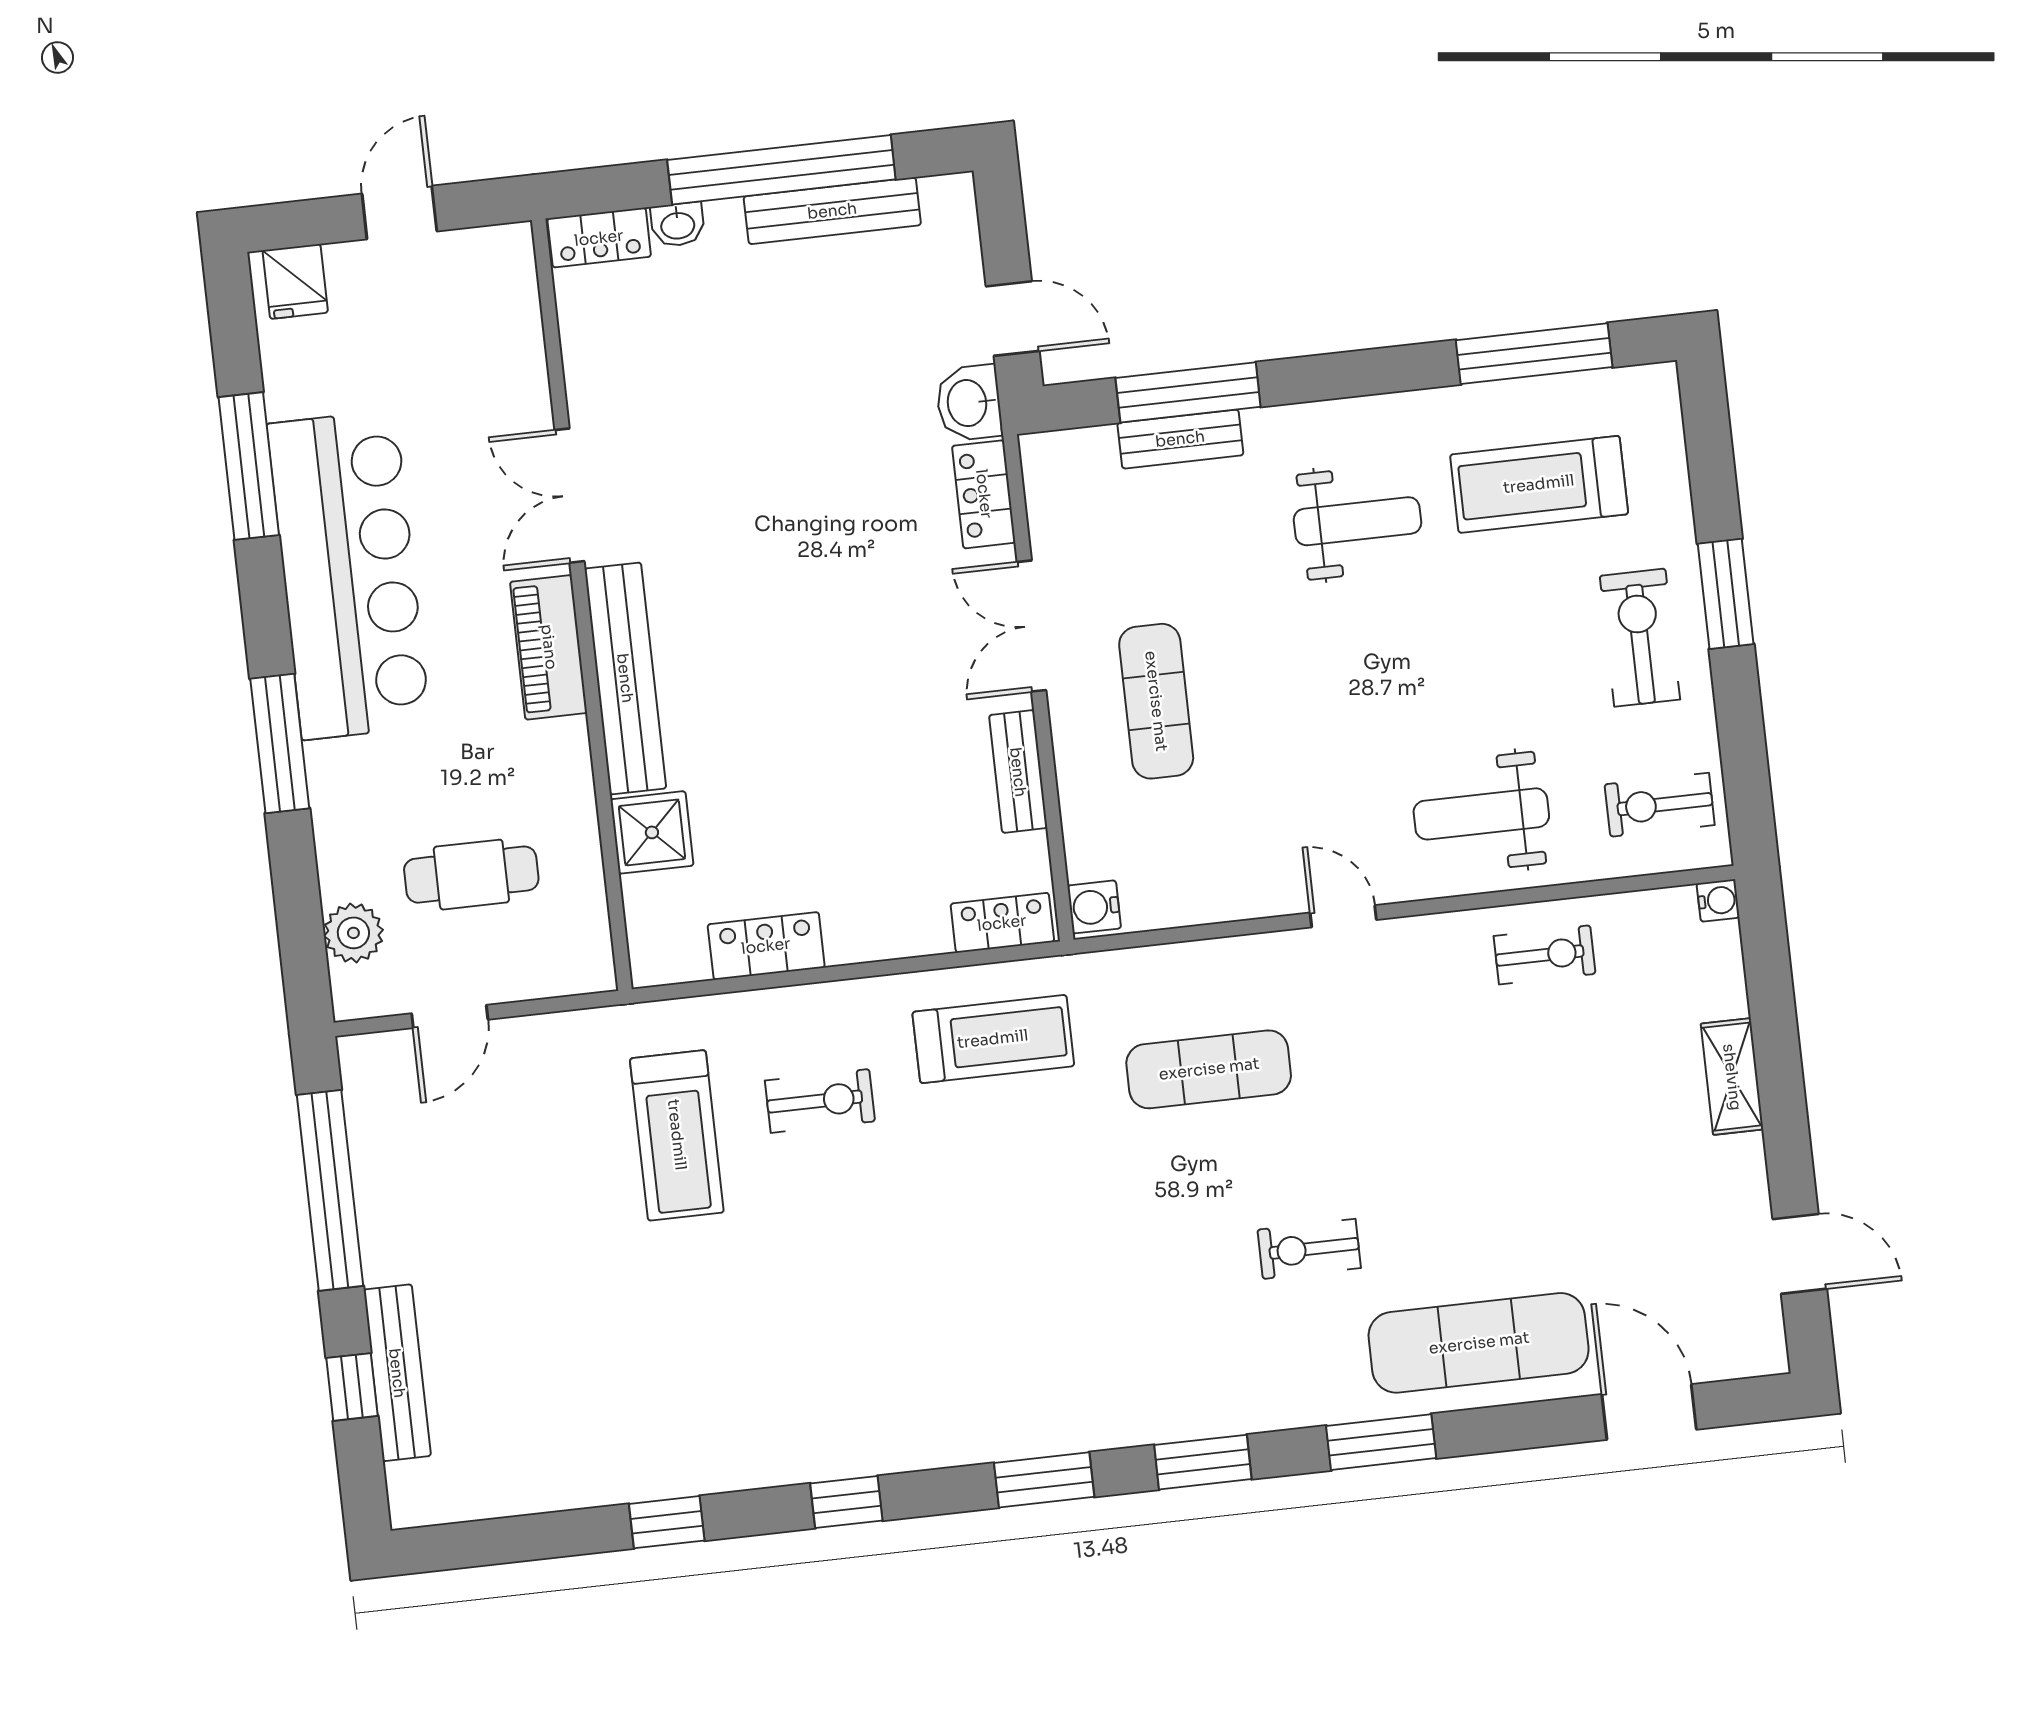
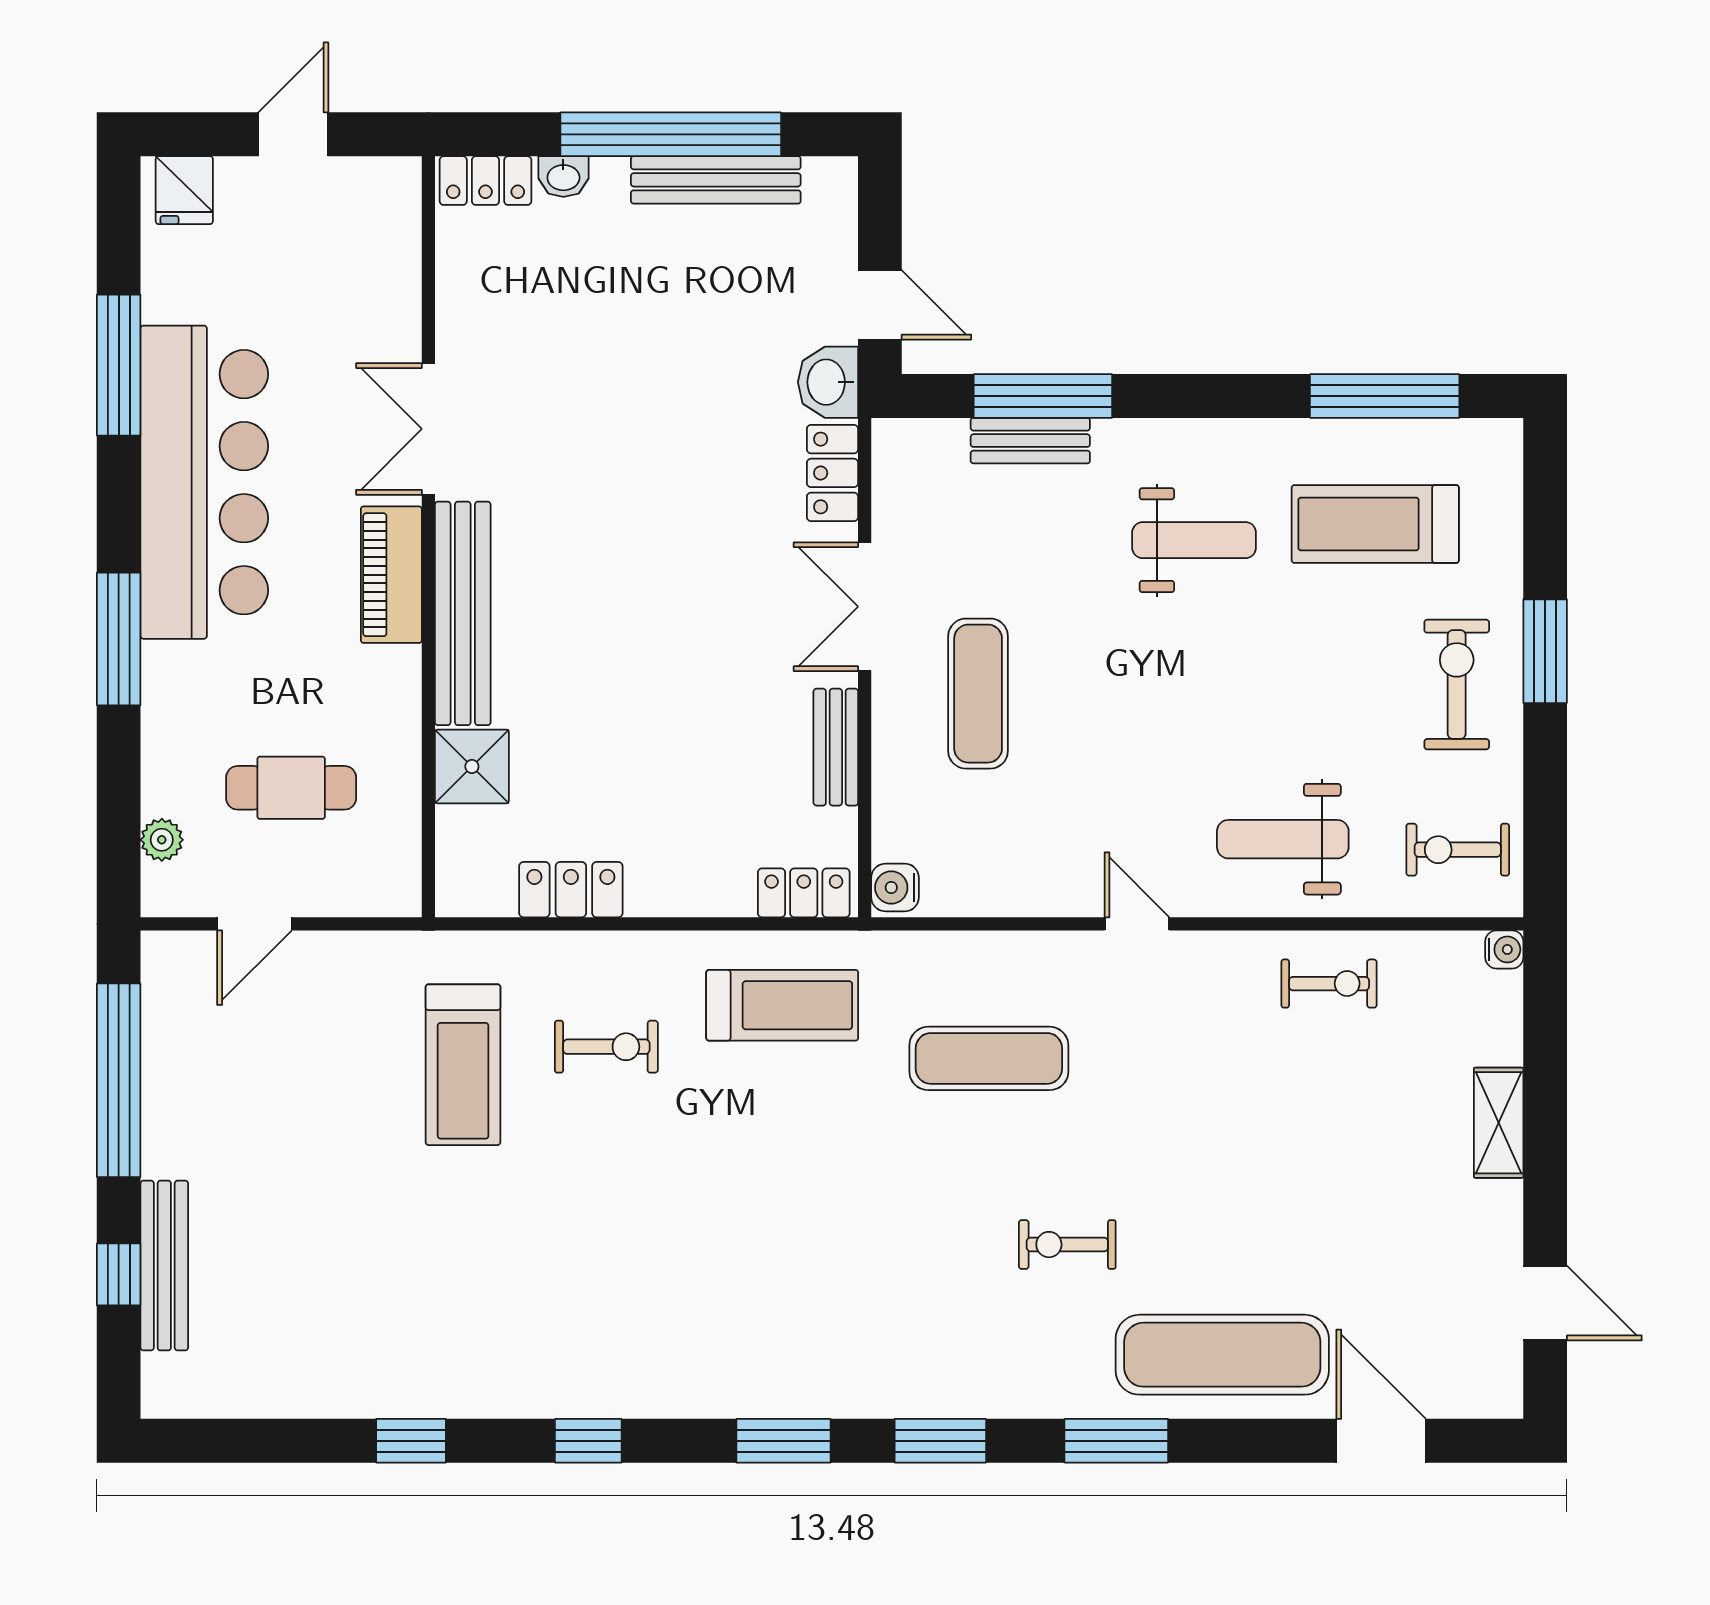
plant: (353, 933) -> (162, 840), width x0.73, depth x0.73

